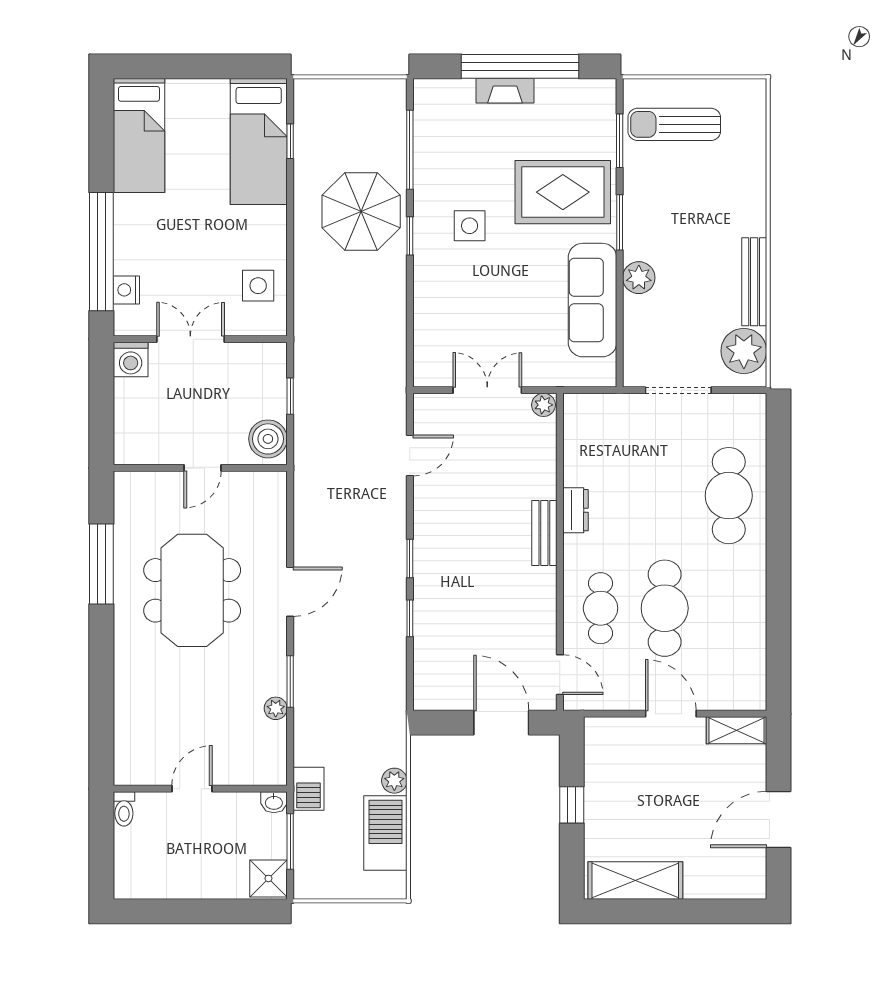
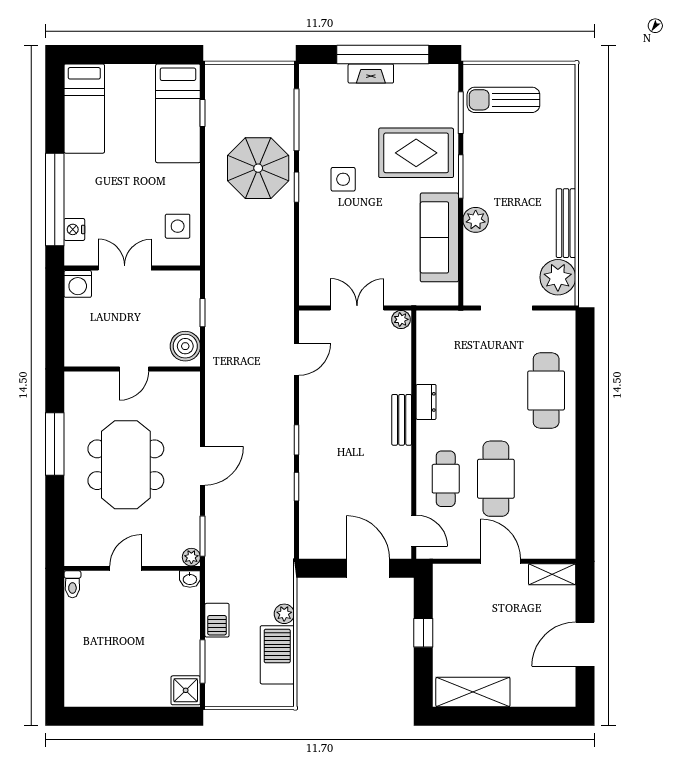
door: (192, 789) -> (126, 568), moved
wall: (200, 789) -> (132, 568), moved
washbasin: (274, 802) -> (190, 579), moved
toilet: (124, 809) -> (72, 584), moved

